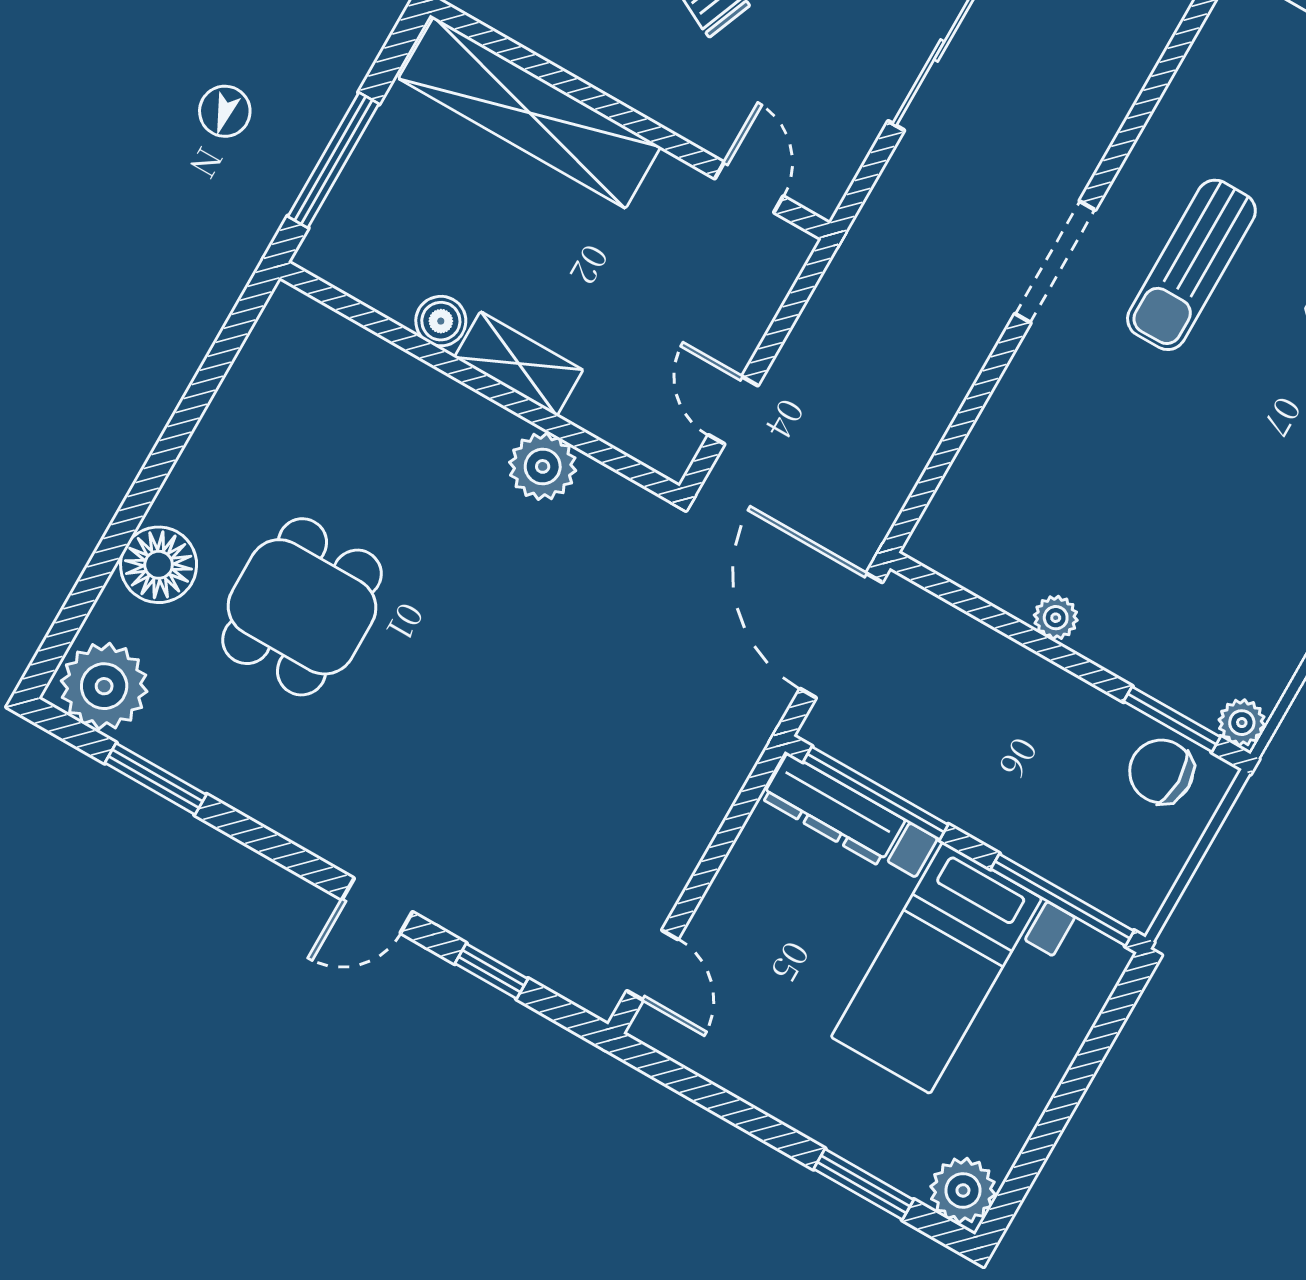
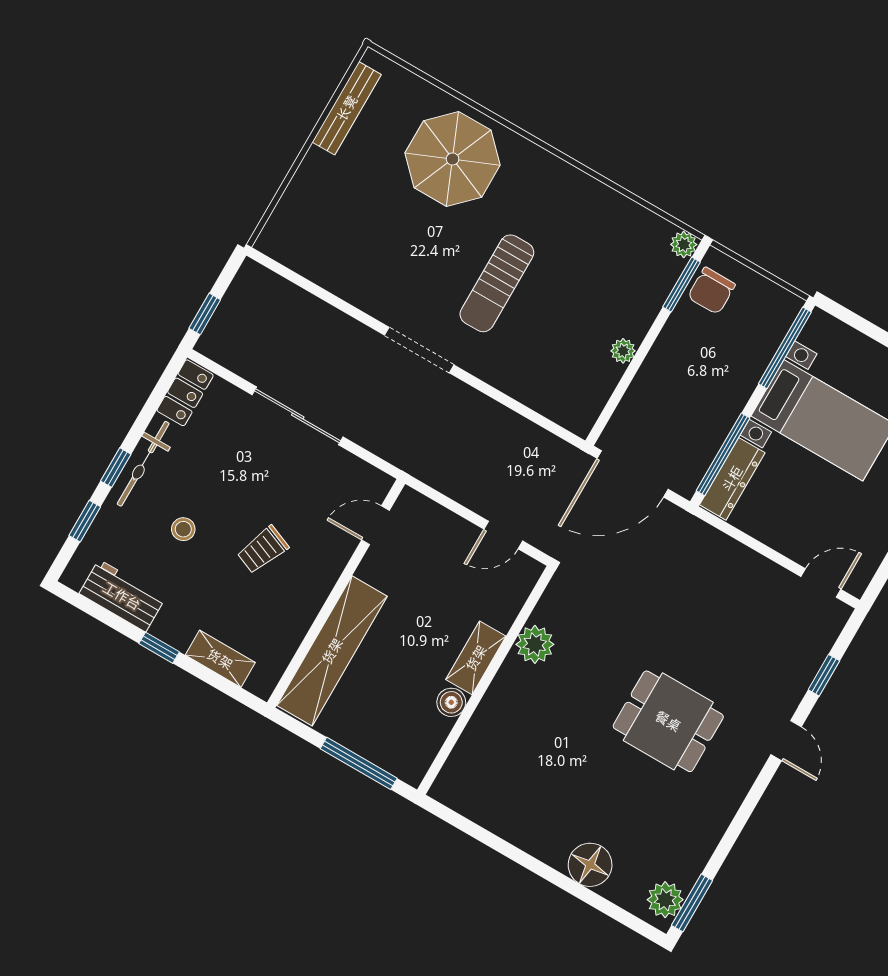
sun lounger: (1191, 265) -> (497, 283), moved, turned 90
dining table: (302, 607) -> (668, 721), moved
plant: (104, 686) -> (665, 900), width x0.73, depth x0.73
window: (156, 779) -> (692, 903), moved

